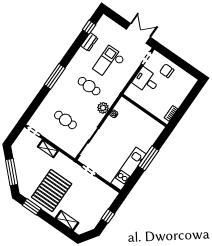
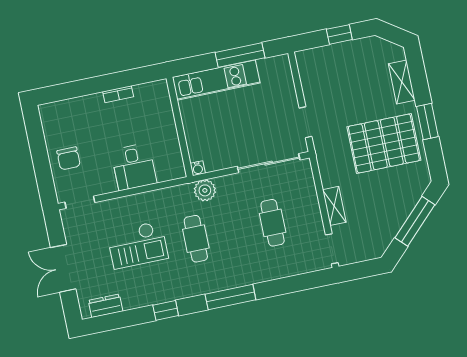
window: (89, 27) -> (166, 310), moved
double door: (138, 33) -> (63, 268), moved
dresser: (89, 42) -> (106, 306), moved
desk: (146, 81) -> (134, 167), moved
wall: (144, 110) -> (180, 127), moved
window: (148, 158) -> (240, 55), moved
kitchen unit: (128, 169) -> (216, 80), moved
window: (32, 207) -> (427, 122), moved

